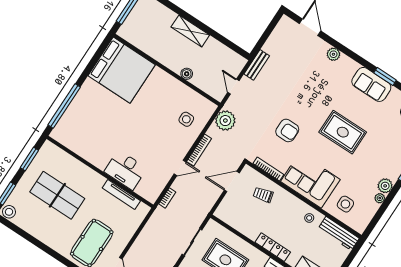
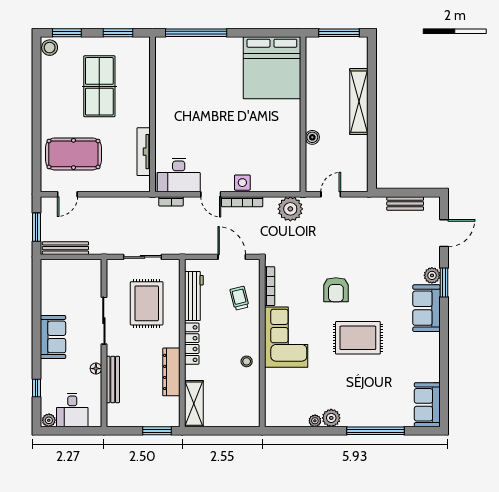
shelving: (190, 31) -> (359, 102), width x1.47
bench: (257, 65) -> (405, 204), moved
window: (385, 77) -> (444, 282), moved
sofa: (371, 84) -> (426, 308), moved
side table: (186, 119) -> (242, 183), moved
armchair: (287, 130) -> (336, 290), moved
rug: (343, 132) -> (358, 338), turned 90
desk: (126, 170) -> (179, 175), moved, turned -90
side table: (345, 204) -> (286, 389), removed
workbench: (339, 233) -> (194, 296), moved, turned 180

